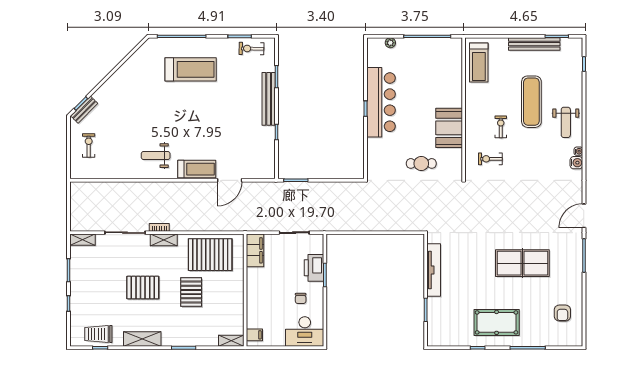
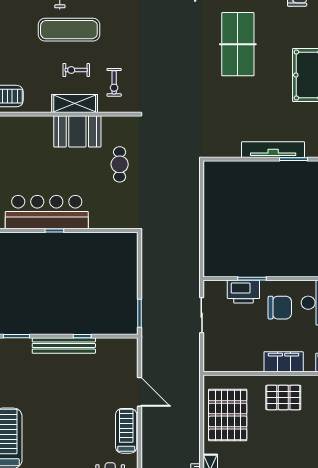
bench: (269, 99) -> (64, 346), moved
exercise mat: (531, 102) -> (69, 30), moved
shelving: (473, 126) -> (75, 103), added
filing cabinet: (255, 250) -> (284, 362), moved
tv unit: (434, 270) -> (273, 150), moved
pallet: (191, 292) -> (283, 397), moved
chair: (301, 298) -> (280, 308), width x1.87, depth x1.87

